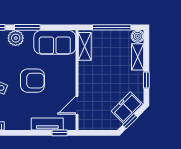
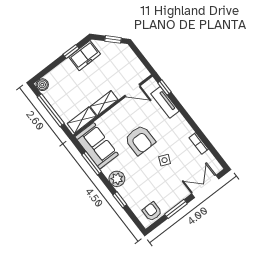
window: (27, 27) -> (92, 163), moved
shelving: (138, 57) -> (104, 103), moved
armchair: (32, 81) -> (140, 140), turned 180
freezer: (127, 108) -> (85, 56), moved, turned -45

